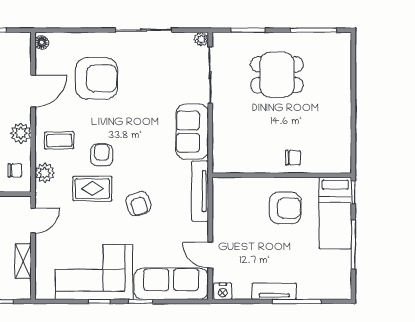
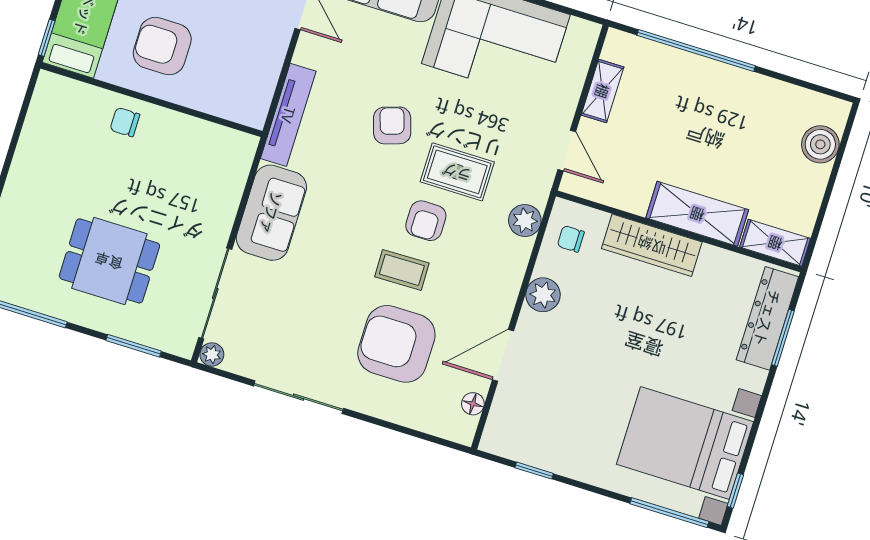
floor lamp: (42, 42) -> (473, 404), moved
coffee table: (59, 140) -> (402, 270), moved
door: (33, 221) -> (567, 151), swing flipped

